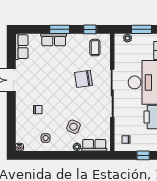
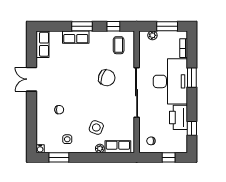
chair: (84, 79) -> (107, 78), turned -153
window: (38, 155) -> (59, 157), added

